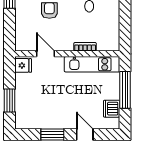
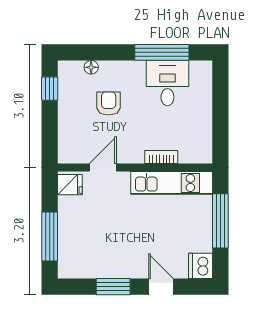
door: (46, 54) -> (103, 167), hinge flipped
window: (10, 101) -> (50, 237), width x1.44
dishwasher: (112, 109) -> (201, 266), moved

